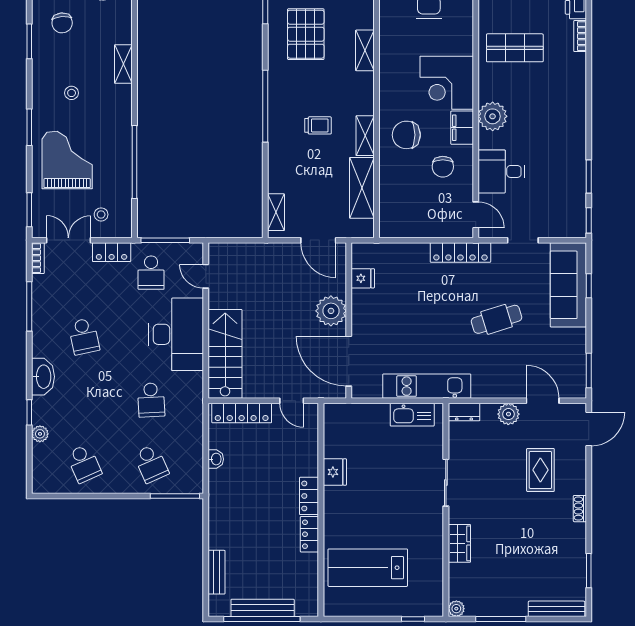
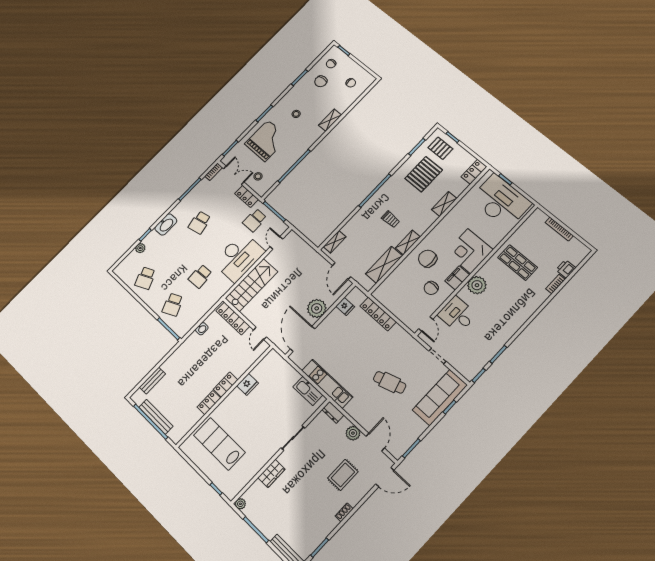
locker: (460, 252) -> (378, 314), moved

